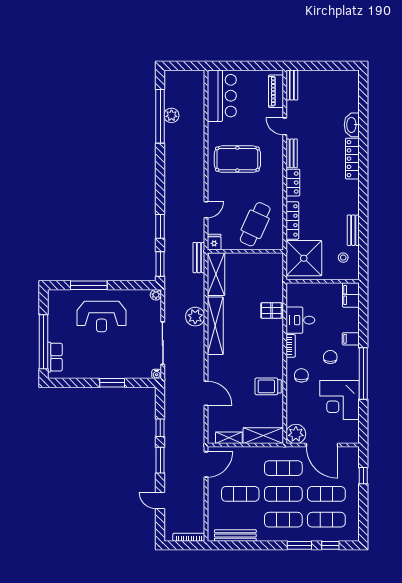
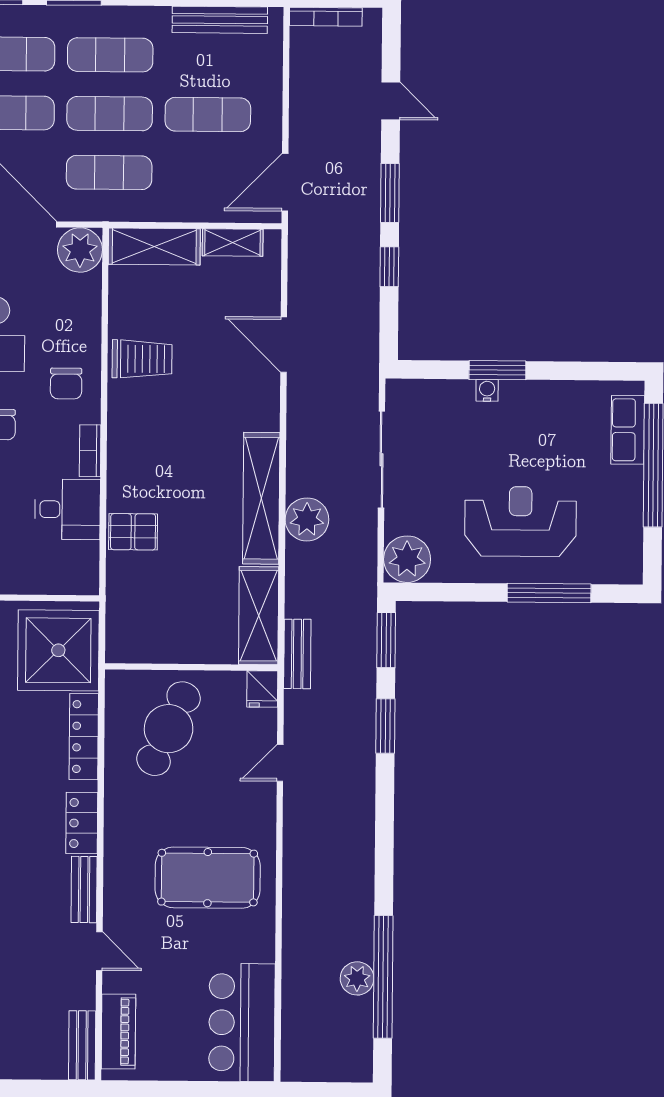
plant: (156, 295) -> (407, 559), width x1.88, depth x1.88
water cooler: (157, 374) -> (487, 390), moved

